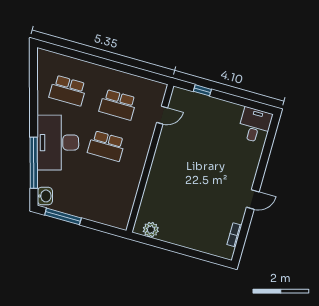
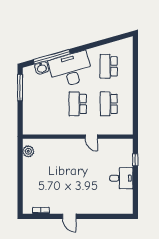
door: (162, 115) -> (91, 137), moved
desk: (255, 125) -> (121, 178), moved
washbasin: (45, 196) -> (42, 68), moved

